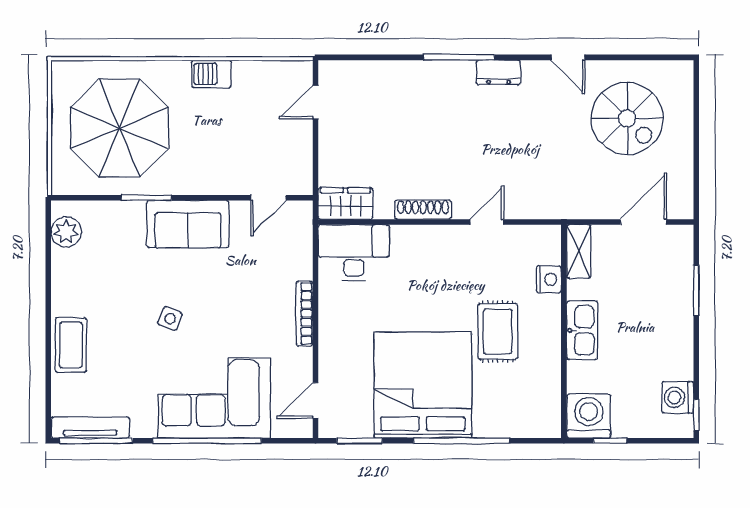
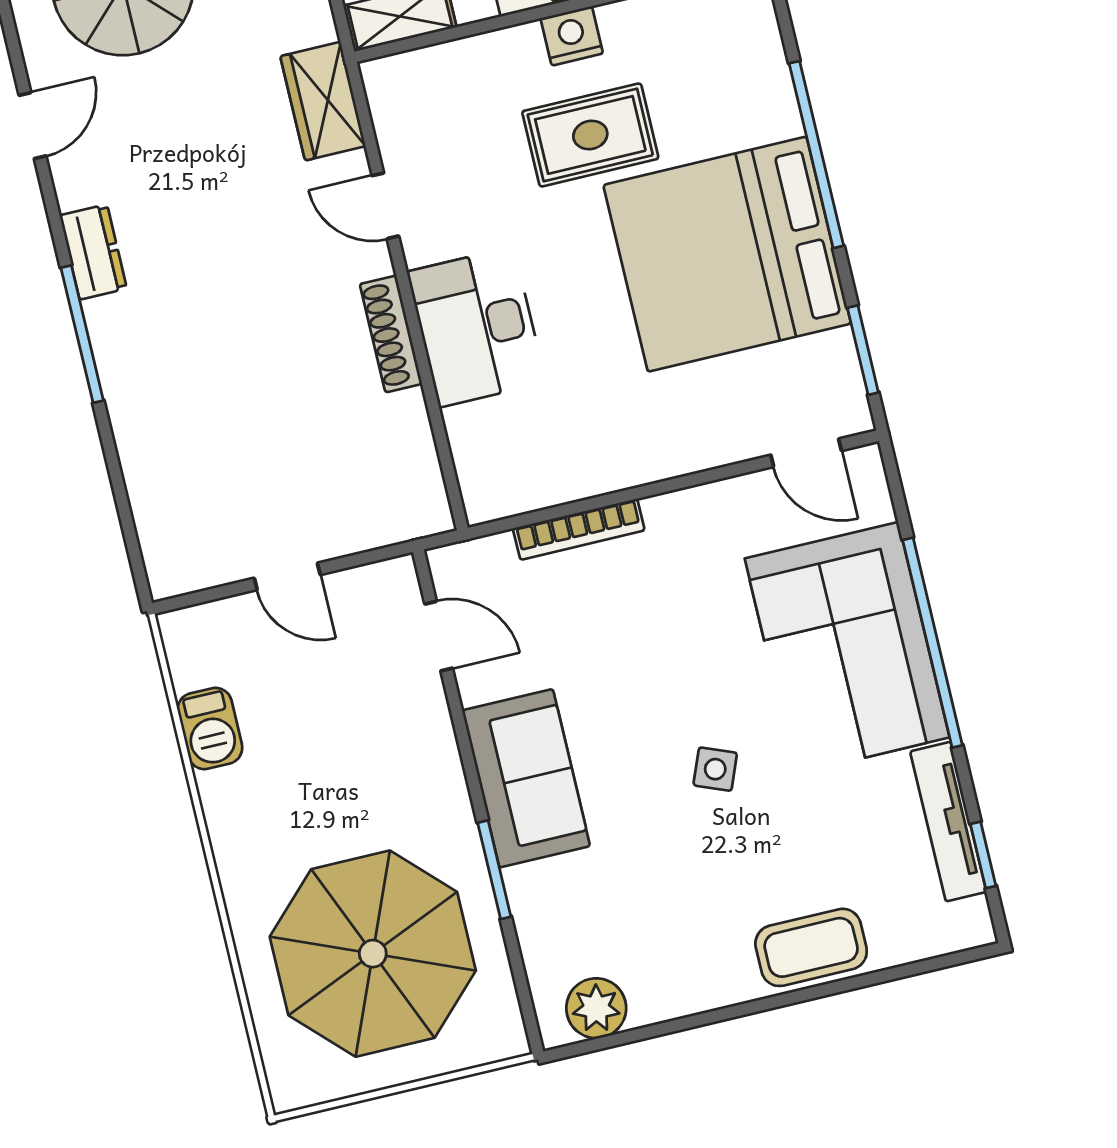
barbecue: (211, 74) -> (210, 729), moved
door: (316, 102) -> (287, 576), moved
wardrobe: (345, 204) -> (323, 101), moved
desk: (354, 253) -> (476, 327), moved
nightstand: (549, 279) -> (572, 36), moved
bookcase: (305, 314) -> (579, 529), moved
tv unit: (90, 427) -> (948, 822), moved
window: (96, 441) -> (983, 855), width x0.46

